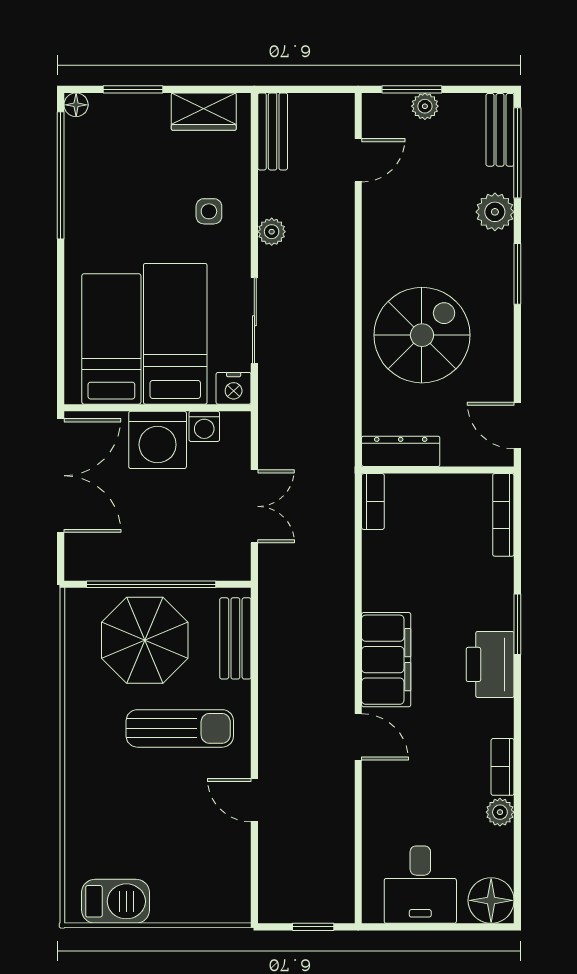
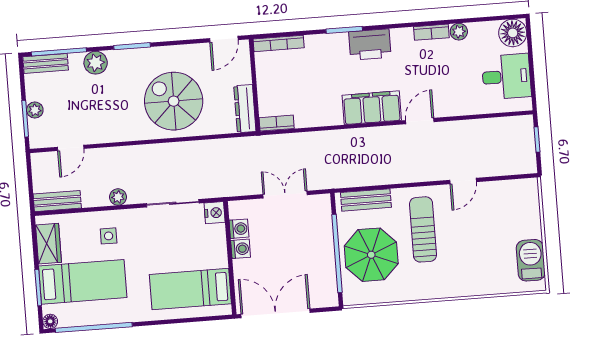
door: (358, 160) -> (71, 148), swing flipped
bed: (175, 334) -> (83, 282), moved, turned 180
washing machine: (158, 440) -> (241, 249), width x0.53, depth x0.53

